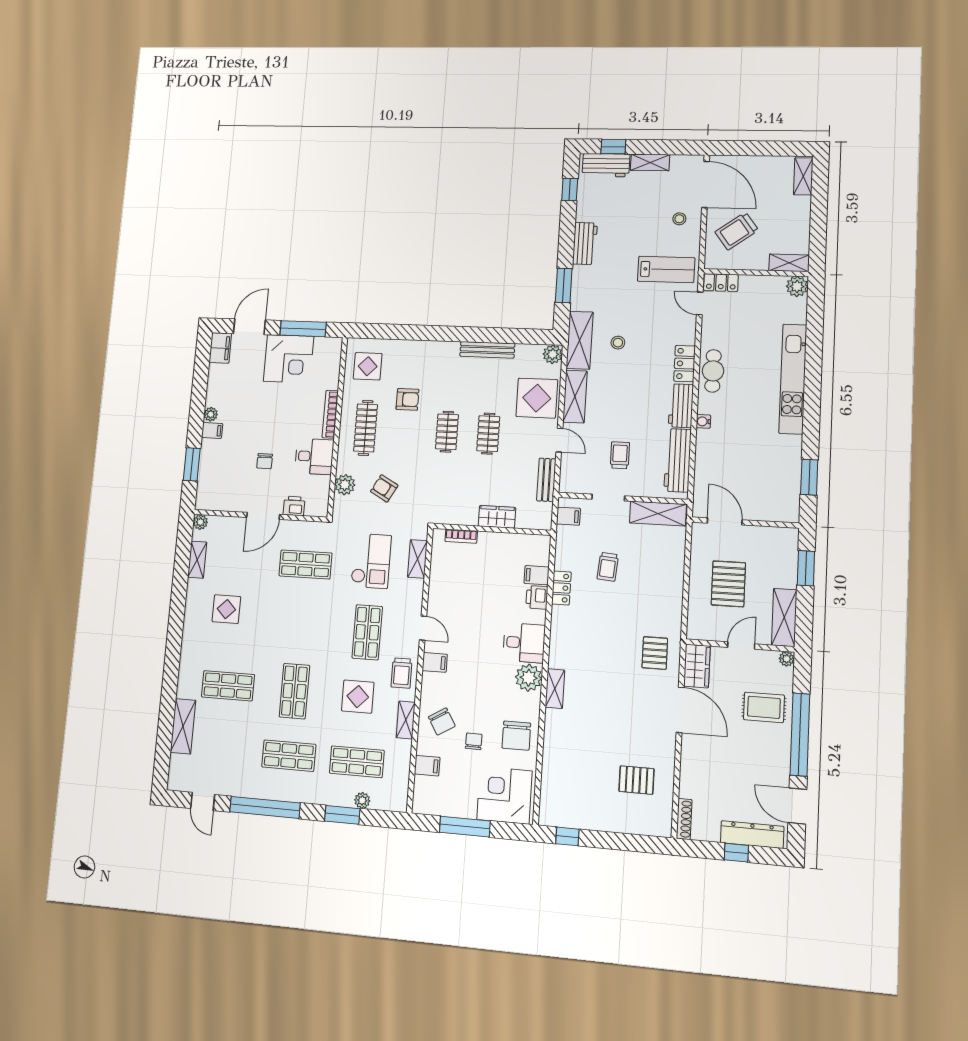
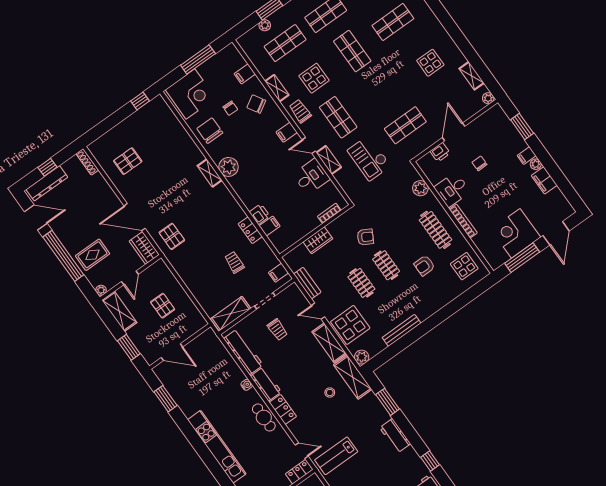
filing cabinet: (220, 348) -> (544, 180), moved
armchair: (384, 488) -> (365, 237), moved
door: (725, 521) -> (172, 352), moved
shelving: (417, 559) -> (329, 160), moved
pallet: (728, 584) -> (163, 306), width x0.67, depth x0.71
desk: (524, 643) -> (311, 177), moved, turned 180

